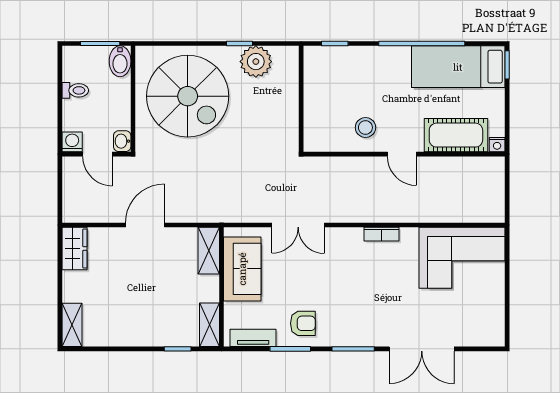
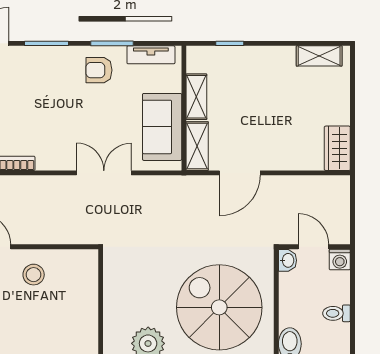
door: (145, 225) -> (240, 173), moved
shelving: (72, 325) -> (319, 56), moved, turned 90
shelving: (209, 325) -> (196, 97), moved

